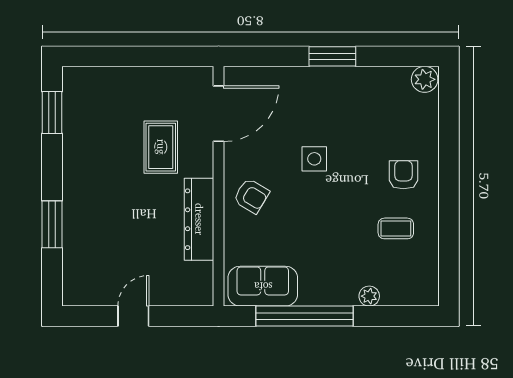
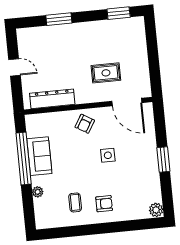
dresser: (199, 219) -> (52, 99), moved
sofa: (263, 286) -> (39, 156), moved

